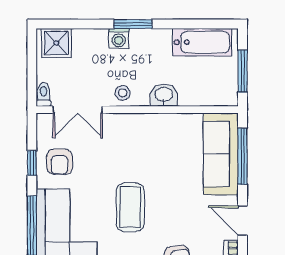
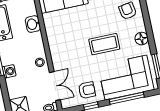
washbasin: (164, 95) -> (33, 24), moved

